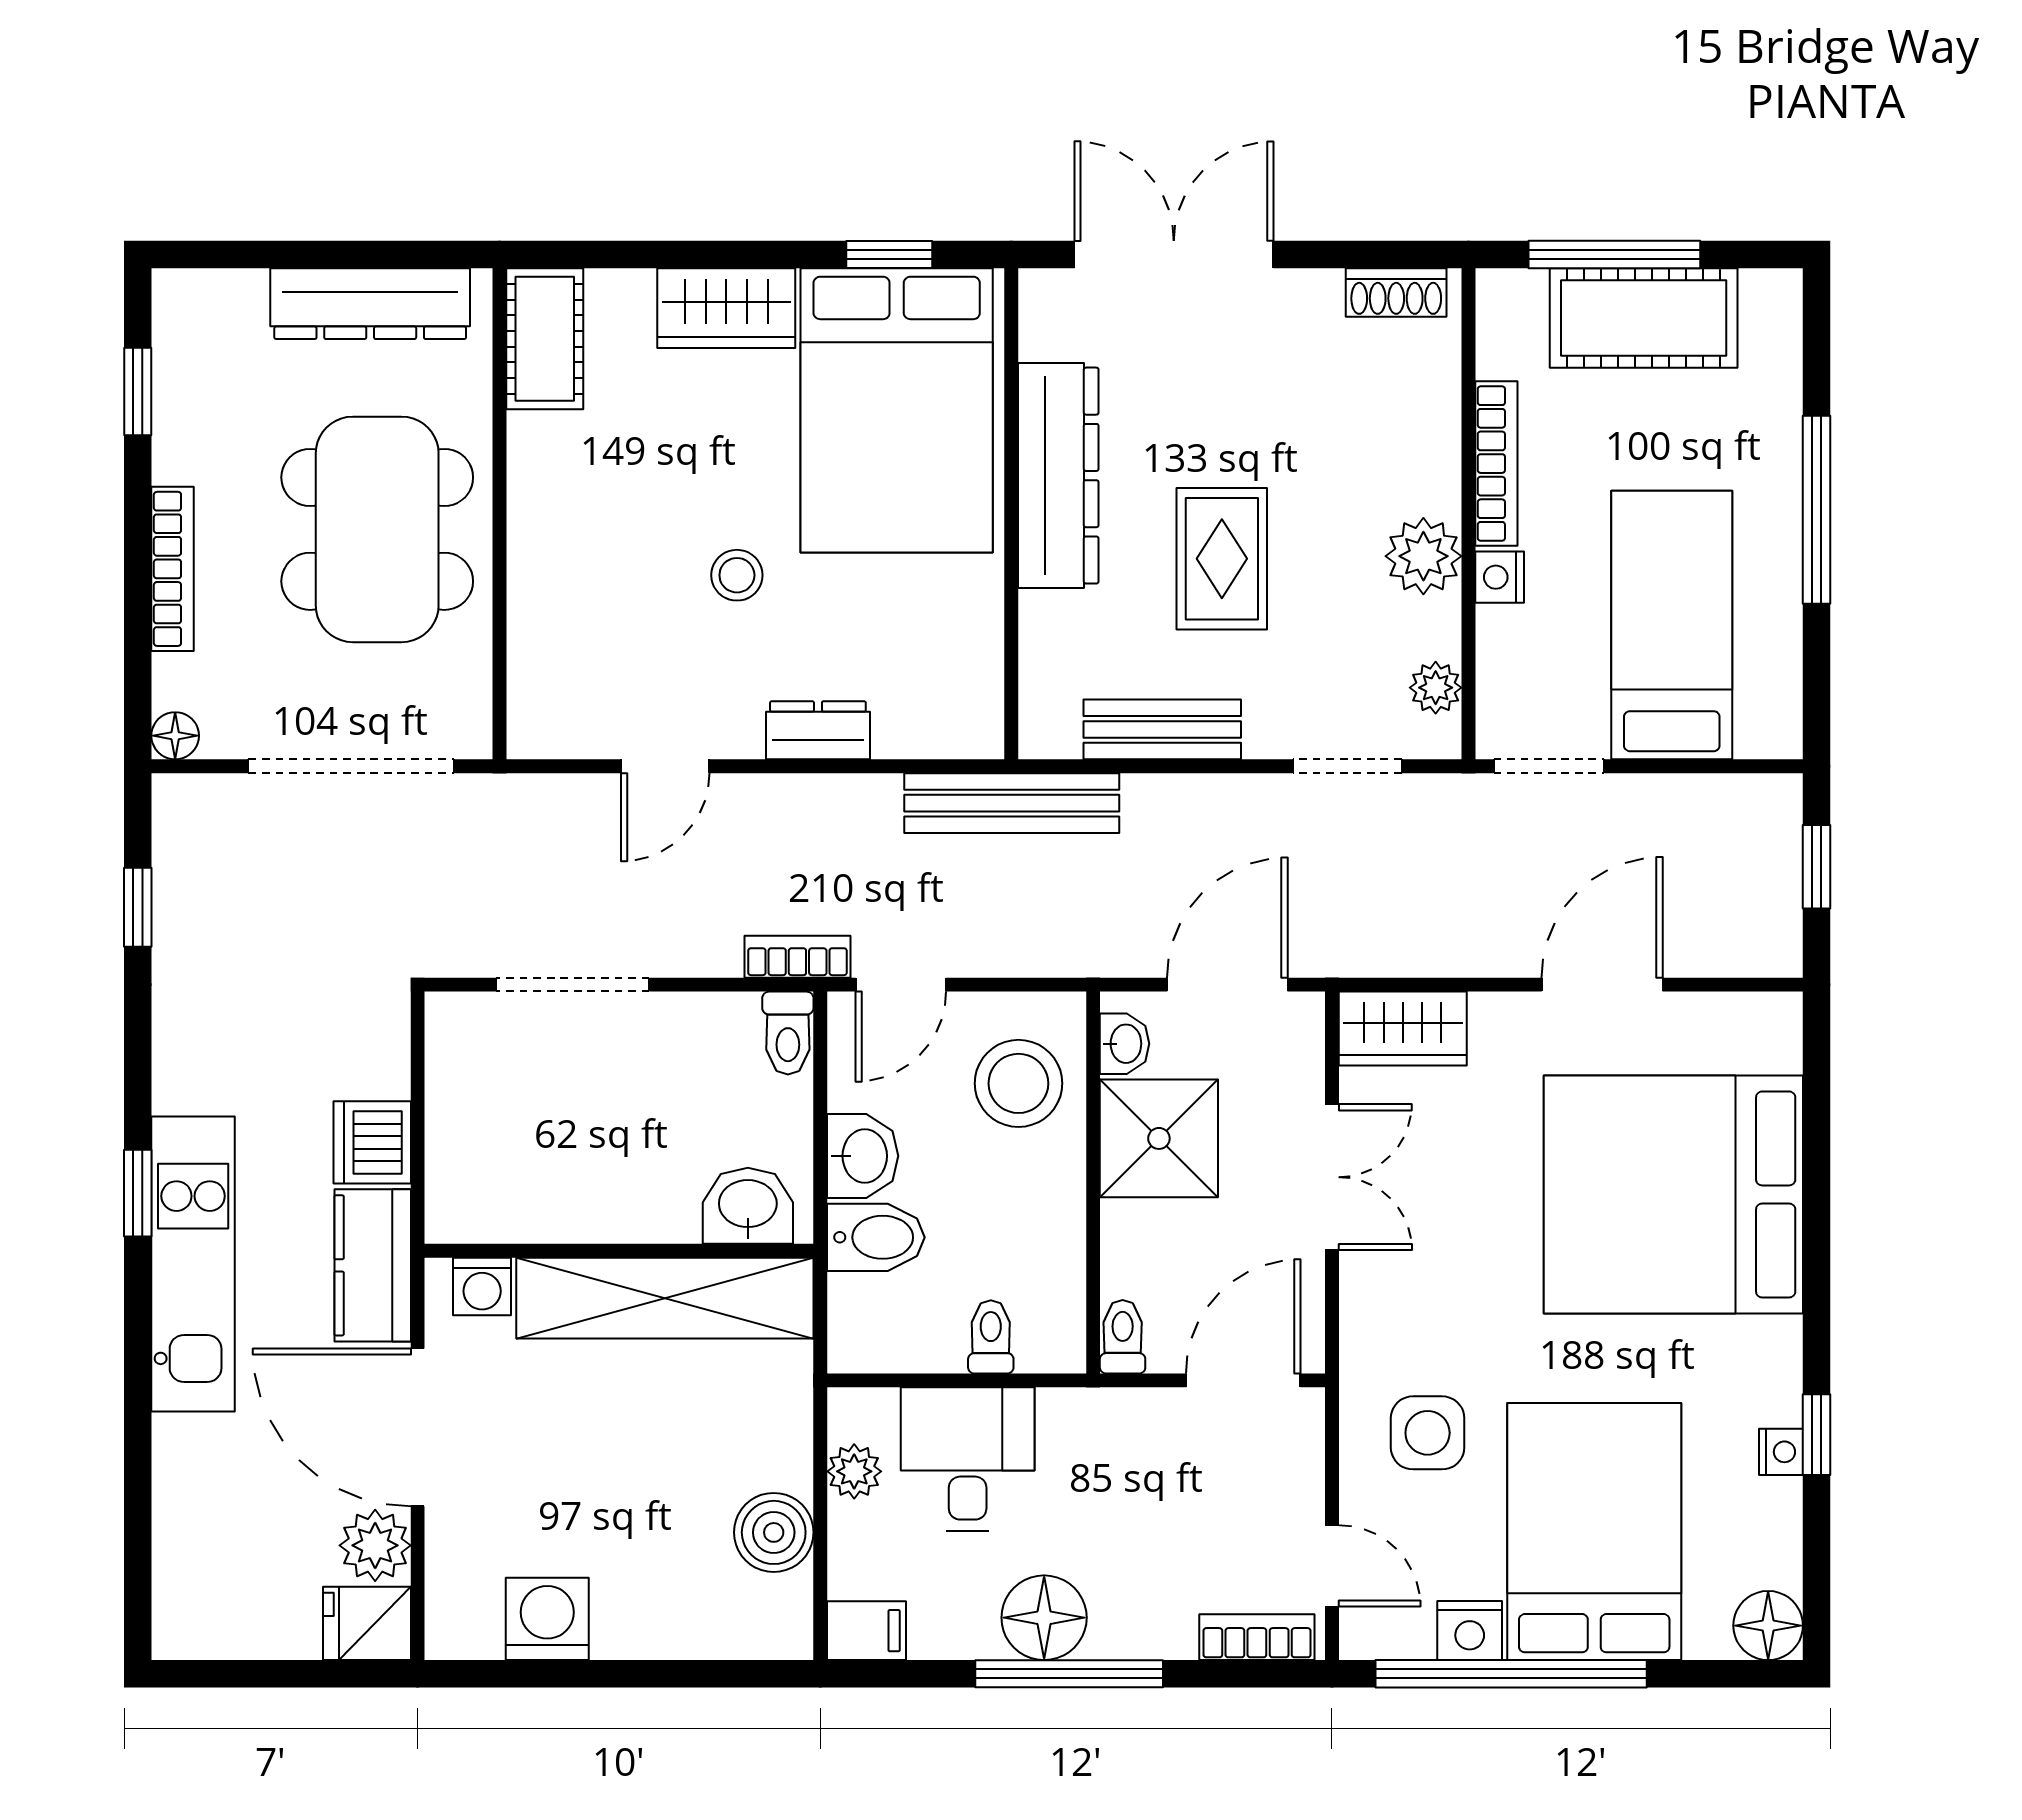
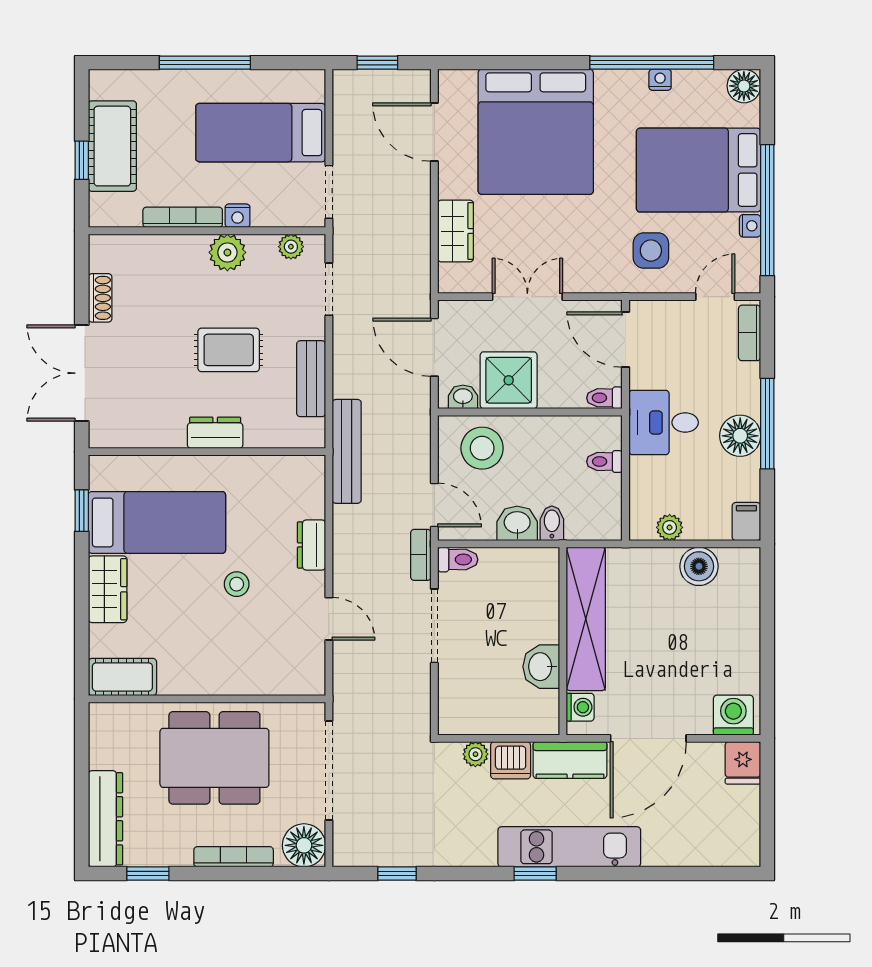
window: (1614, 254) -> (82, 160), width x0.46
shoe rack: (1396, 293) -> (100, 298), moved
dresser: (370, 304) -> (105, 819), moved
bed: (897, 410) -> (157, 522), width x0.67
dresser: (1058, 476) -> (215, 433), width x0.51, depth x0.80
floor lamp: (175, 736) -> (304, 845), width x1.89, depth x1.89
doorway: (573, 985) -> (434, 626), moved
door: (1602, 985) -> (434, 132), moved
wardrobe: (1403, 1029) -> (456, 231), moved
washbasin: (748, 1206) -> (541, 667), moved
bidet: (876, 1237) -> (552, 523), width x0.72, depth x0.74
window: (1816, 1435) -> (652, 63), width x3.17
desk: (968, 1459) -> (664, 422), moved
plant: (375, 1545) -> (475, 754), moved, width x0.73, depth x0.73
washing machine: (547, 1619) -> (733, 715), moved, turned 90
nightstand: (1470, 1631) -> (750, 226), width x0.72, depth x0.74

